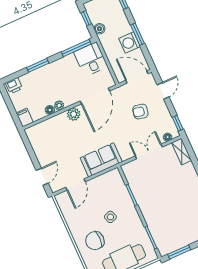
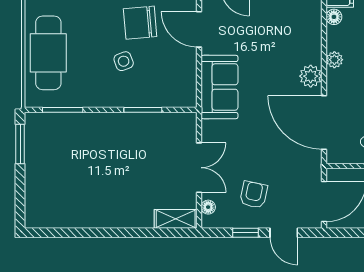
floor lamp: (50, 110) -> (334, 17), moved
armchair: (140, 112) -> (254, 195), moved
window: (178, 123) -> (245, 233), moved
chair: (95, 241) -> (140, 23), moved, turned -95

